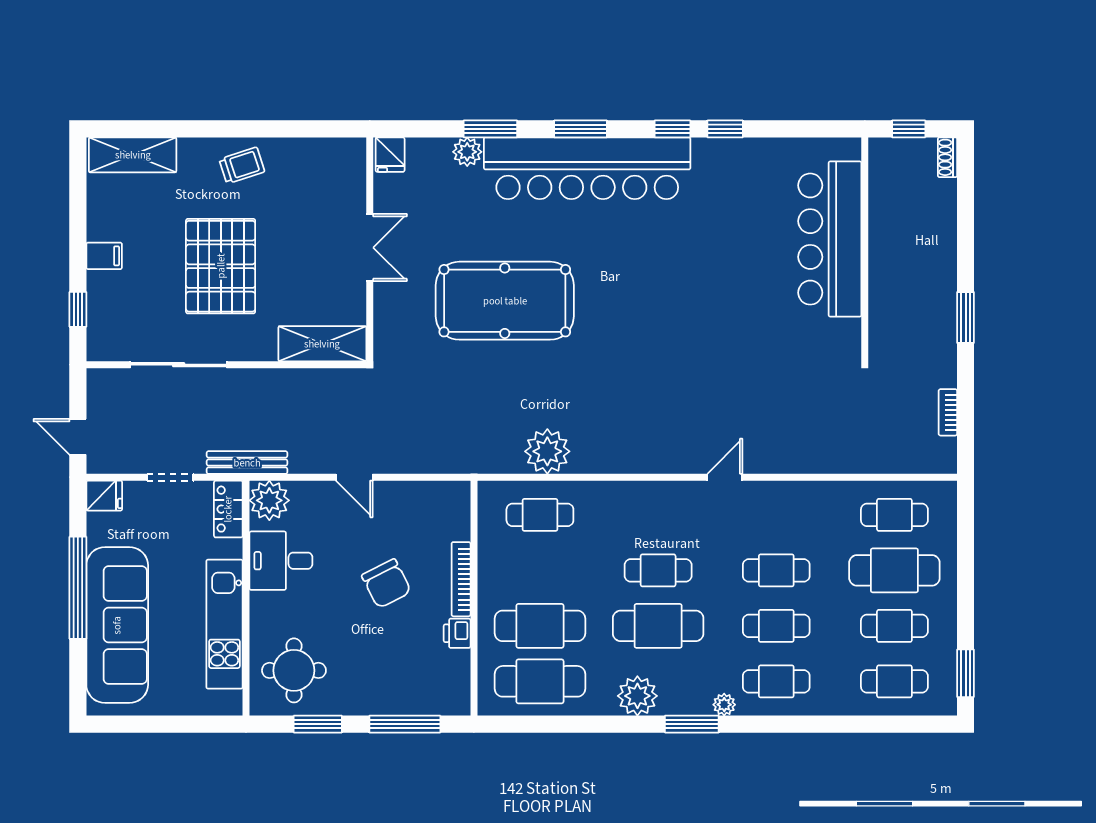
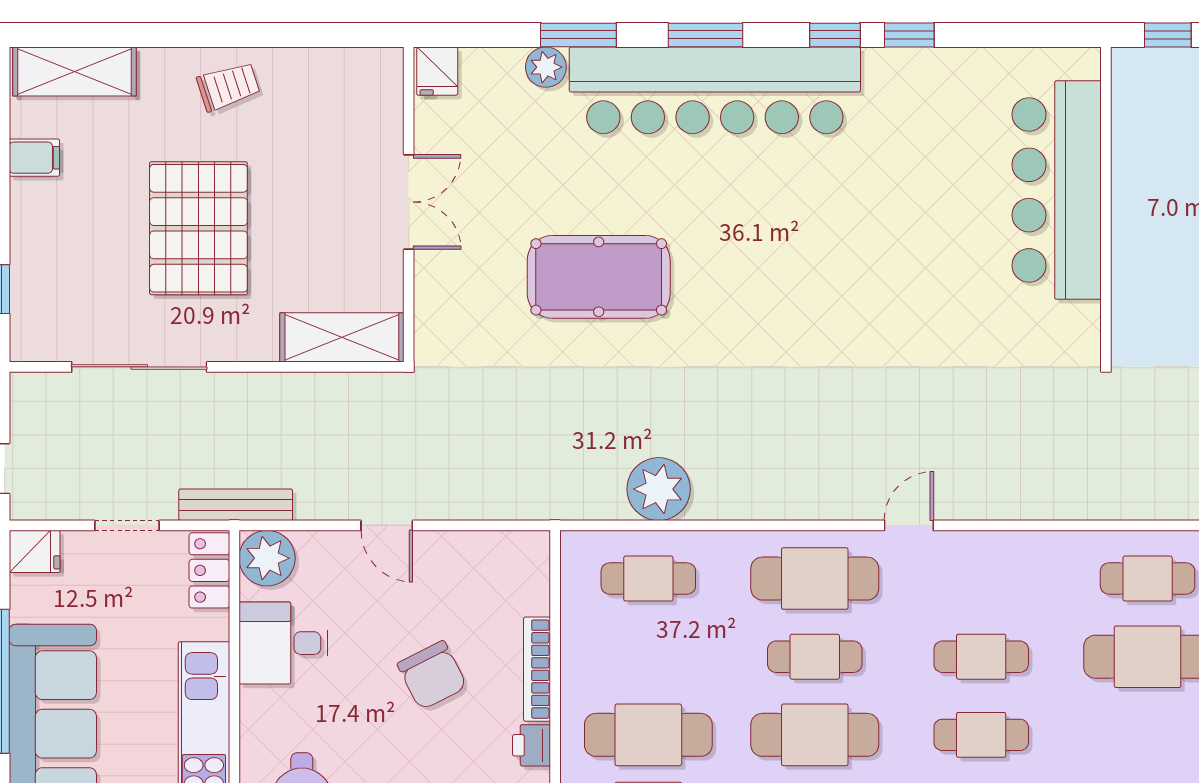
filing cabinet: (104, 256) -> (34, 158), moved
pool table: (505, 301) -> (599, 277), width x0.73, depth x0.76
cafe table: (894, 626) -> (815, 579), moved, width x1.37, depth x1.35

